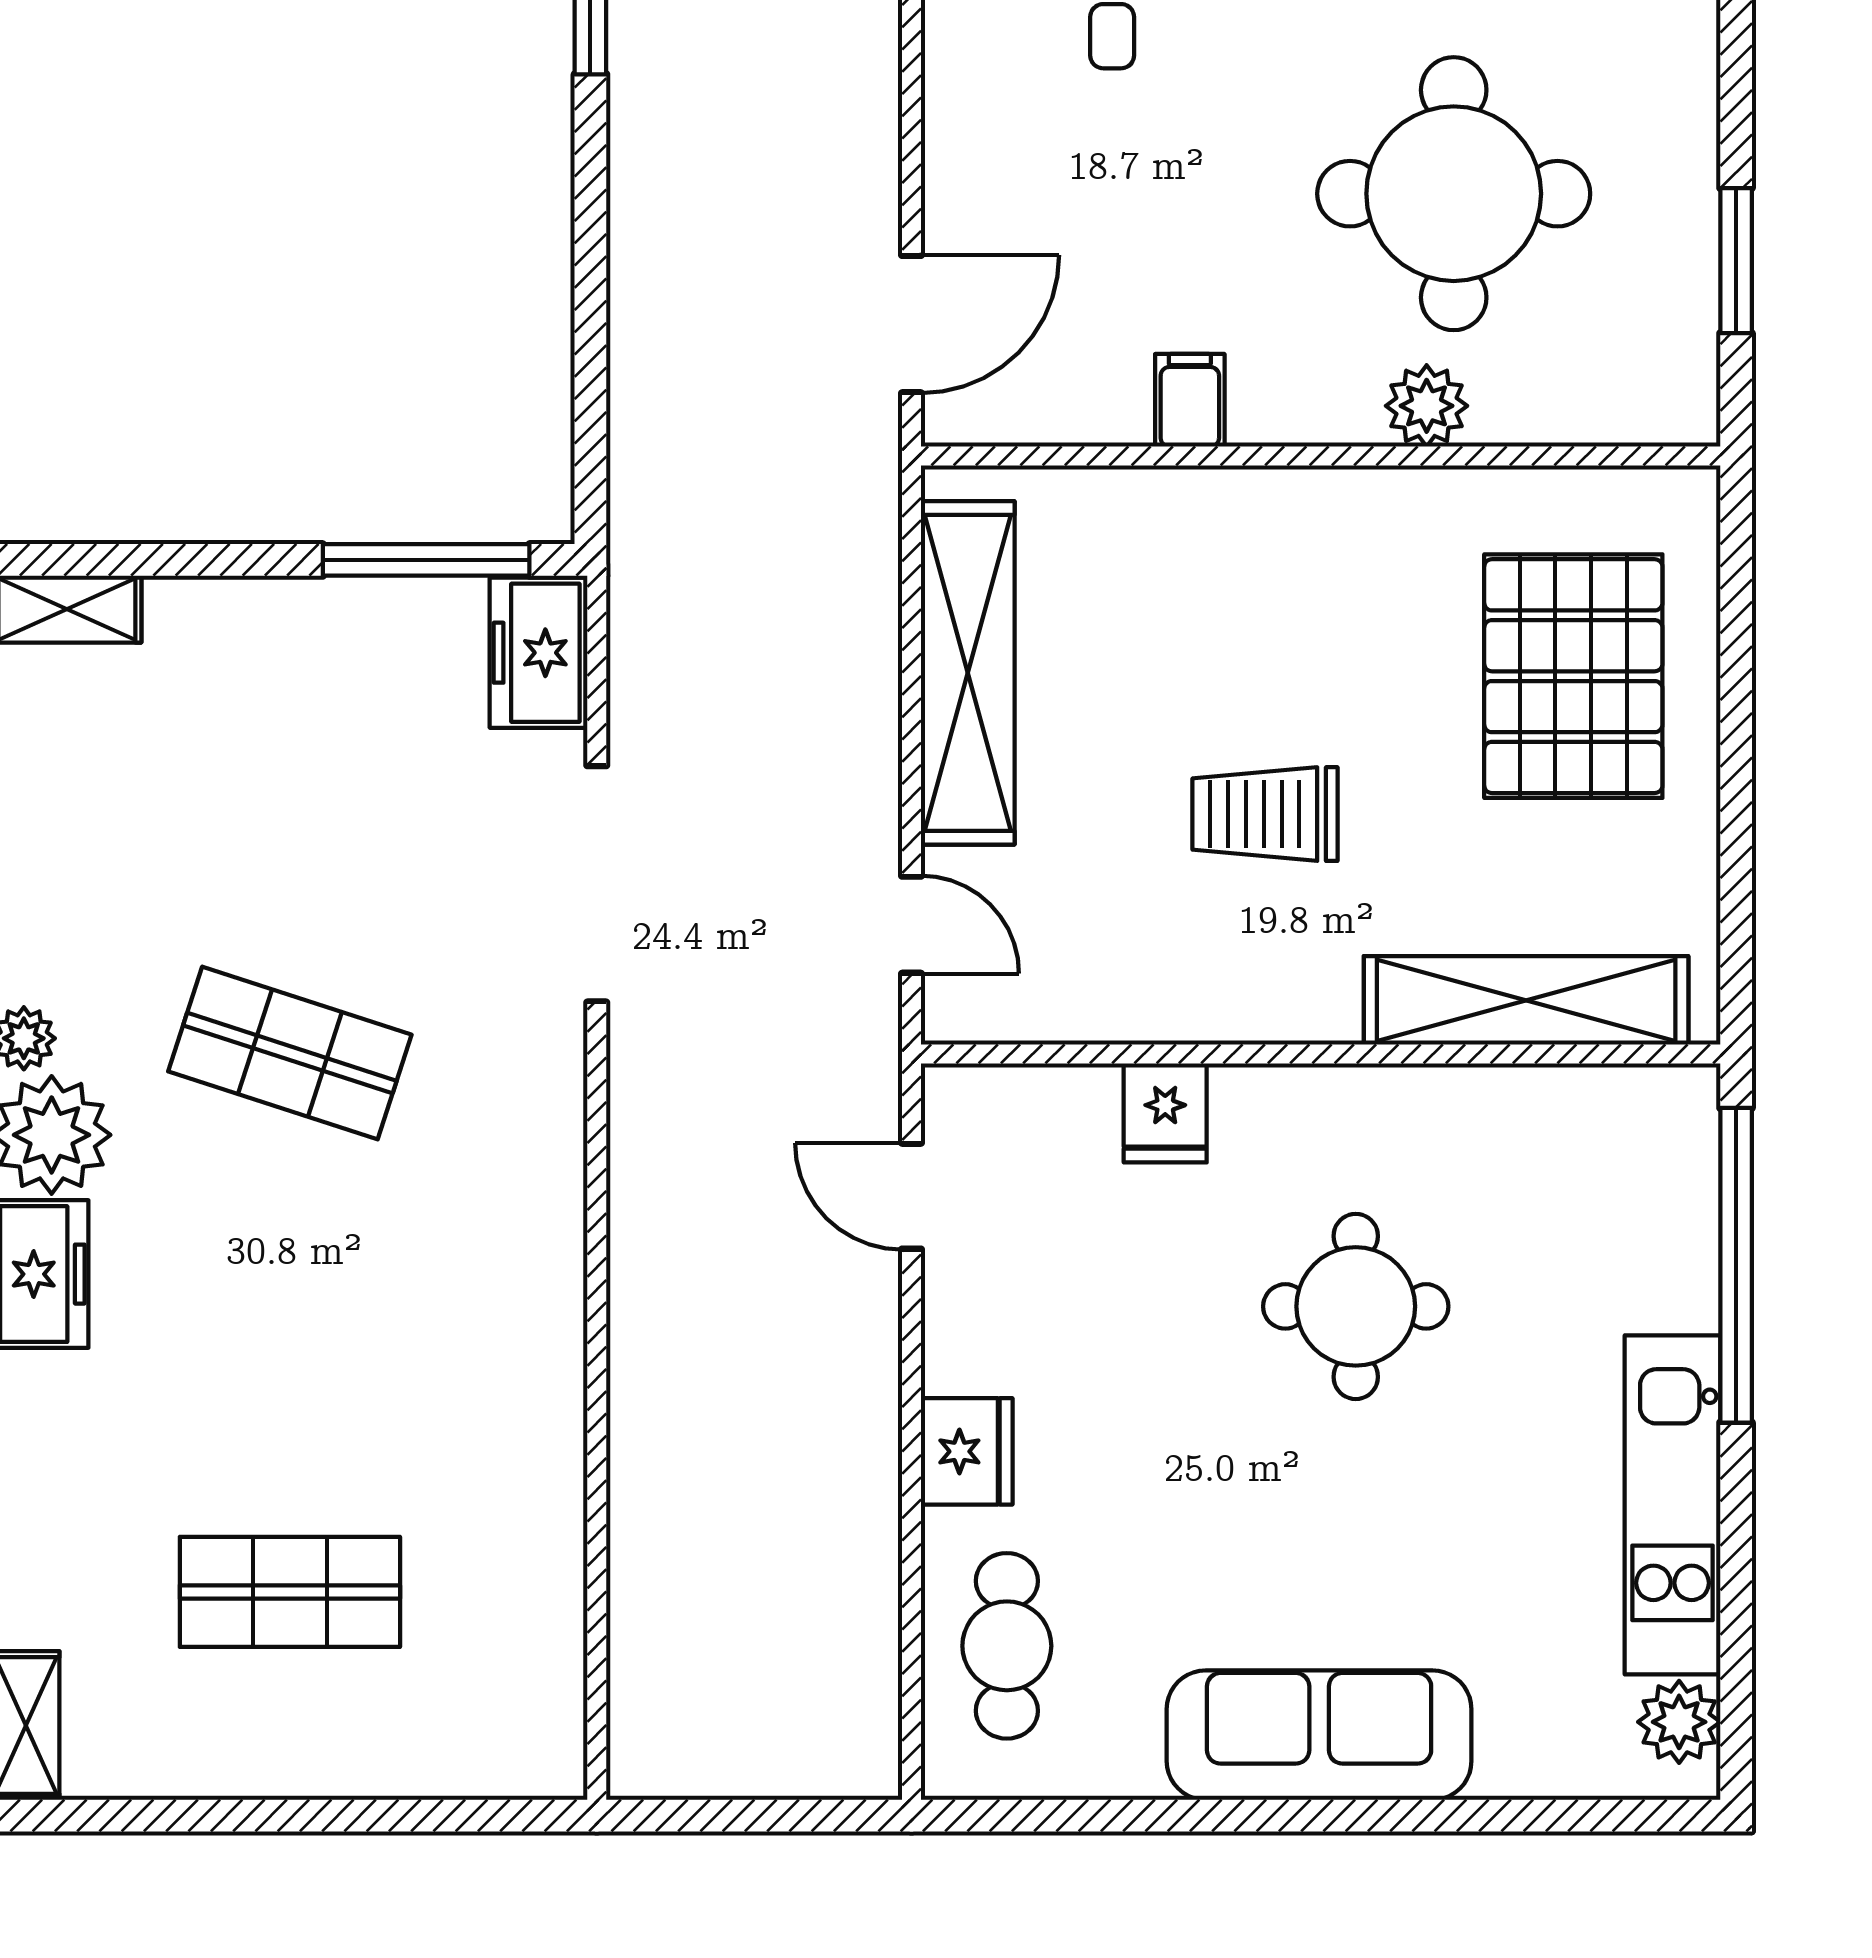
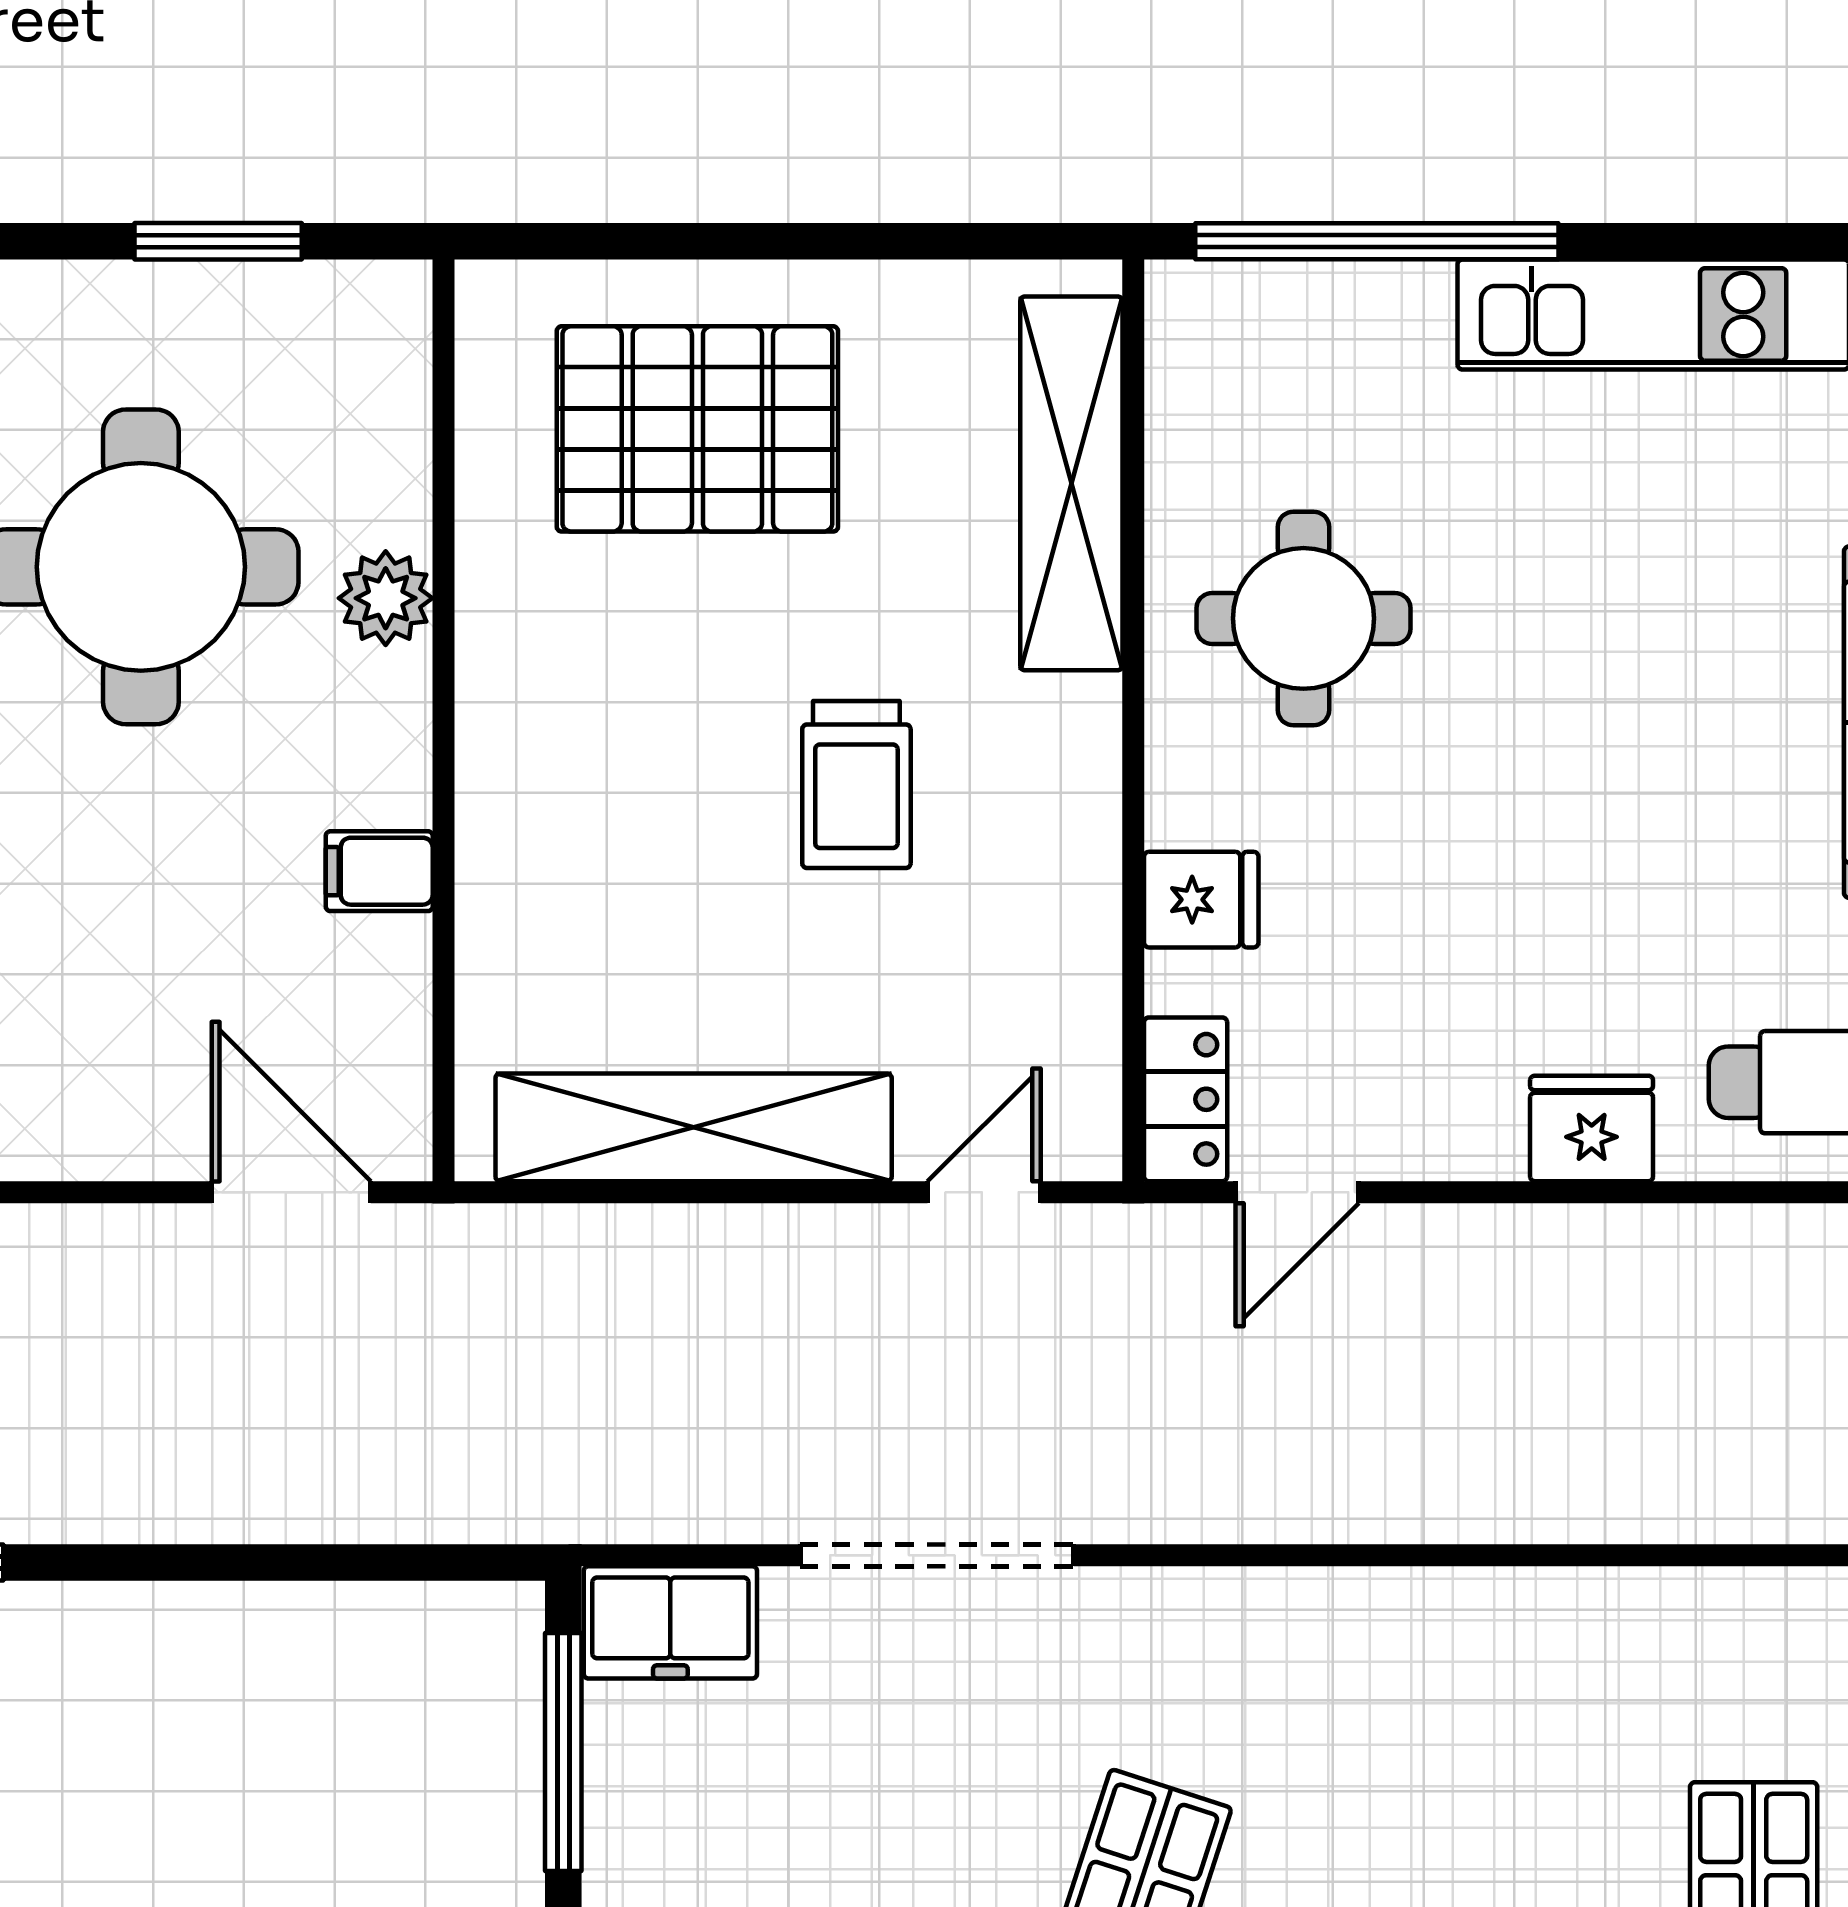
locker: (992, 1099) -> (1186, 1099), added
round table: (1356, 1306) -> (1303, 618), moved

